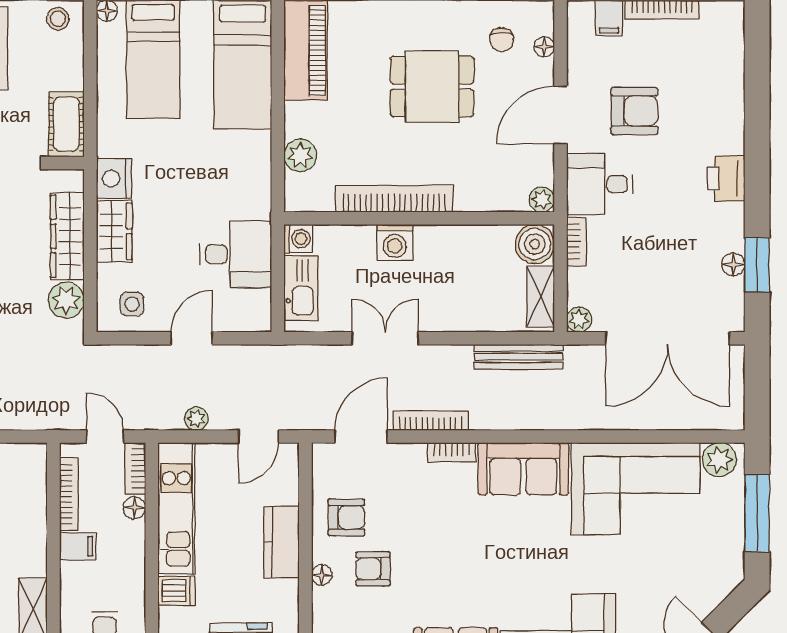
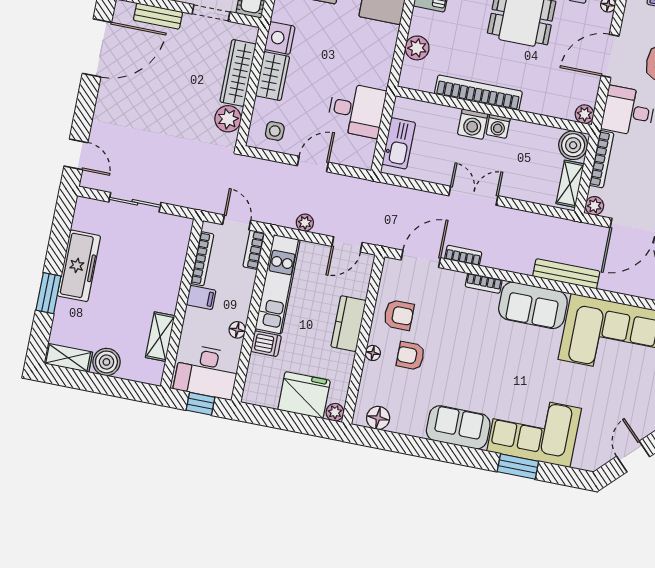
washing machine: (298, 239) -> (498, 126), moved, turned 90
bookcase: (576, 242) -> (602, 159), width x1.56
double door: (385, 338) -> (473, 196), moved
bench: (519, 357) -> (566, 274), moved
bookcase: (430, 421) -> (463, 255), width x0.64
floor lamp: (134, 508) -> (237, 330), moved

